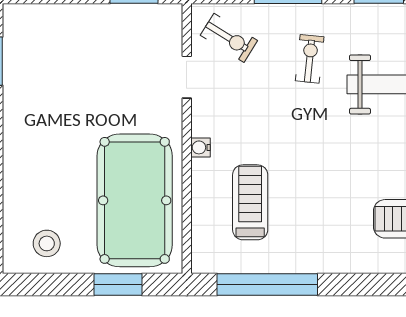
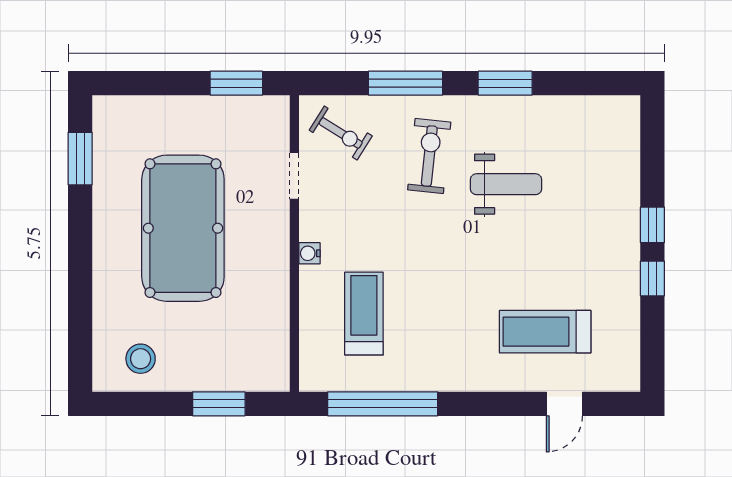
exercise bike: (310, 59) -> (429, 156), width x1.38, depth x1.39
pool table: (135, 200) -> (183, 228), moved

